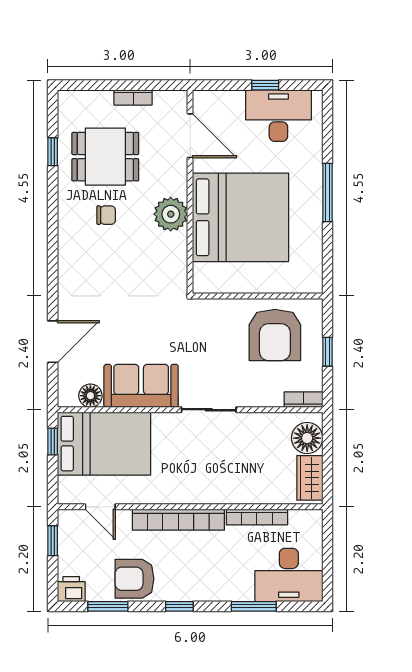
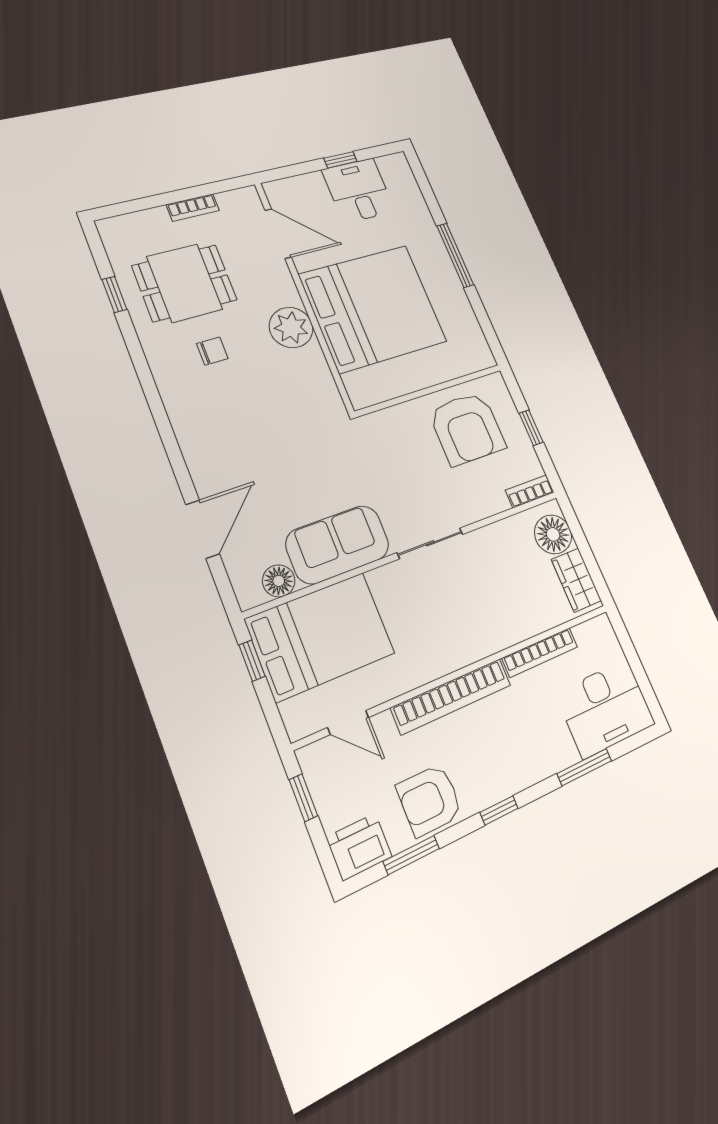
desk: (278, 116) -> (359, 191), width x0.73
printer: (71, 589) -> (359, 847), width x1.36, depth x1.24

